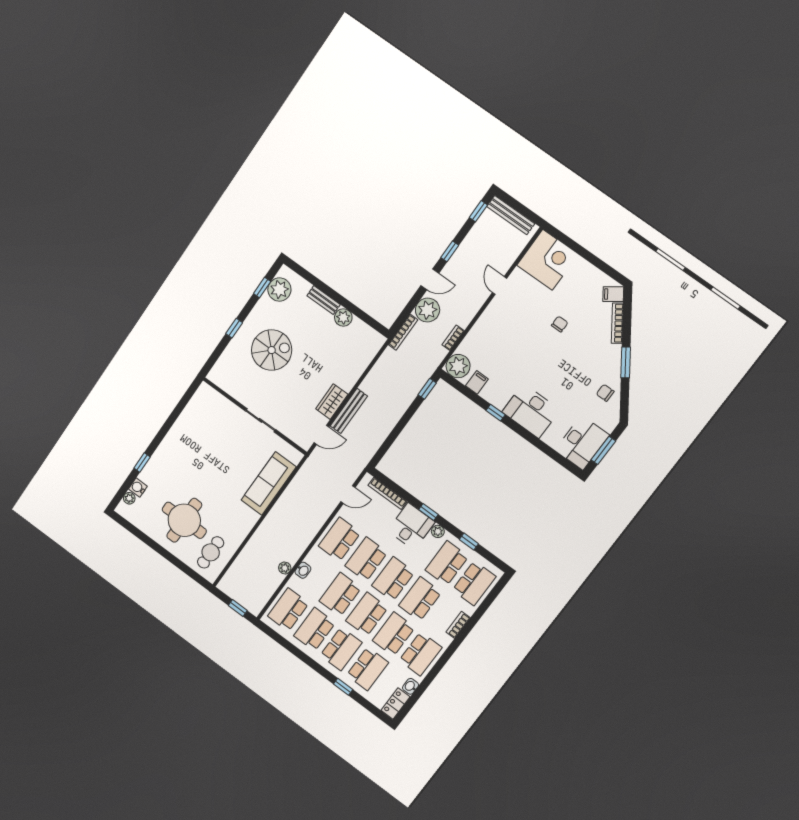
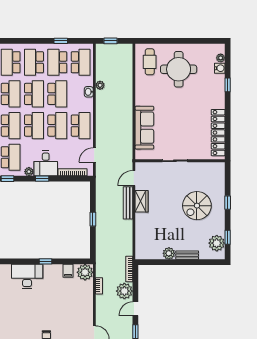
window: (427, 389) -> (93, 219), moved
locker: (189, 417) -> (218, 133), added
school desk: (315, 629) -> (57, 62), turned 180
window: (343, 687) -> (61, 41), moved

